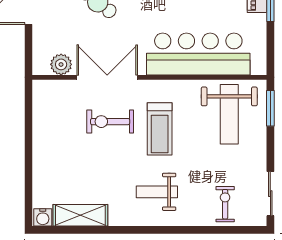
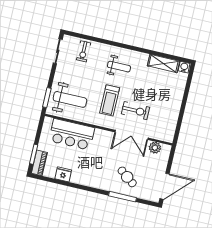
bar counter: (198, 54) -> (72, 134), width x0.73
weight bench: (229, 114) -> (70, 99), turned 90
treadmill: (160, 129) -> (110, 100), turned 180

